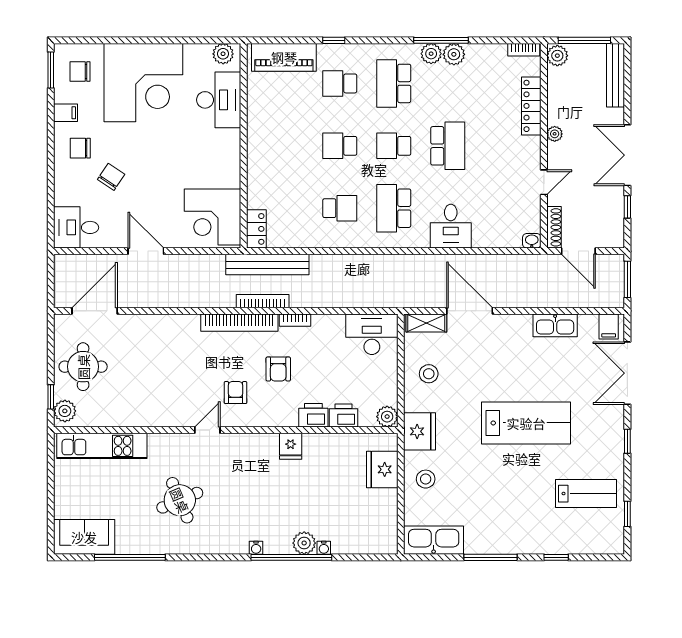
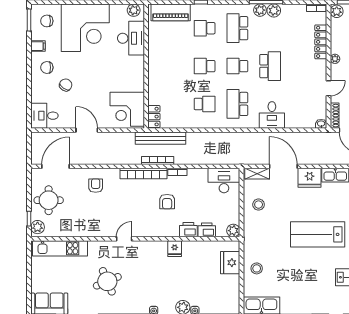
armchair: (235, 393) -> (96, 186), moved
lab bench: (526, 423) -> (318, 234), turned 180
fridge: (420, 431) -> (310, 178), moved, turned 90

